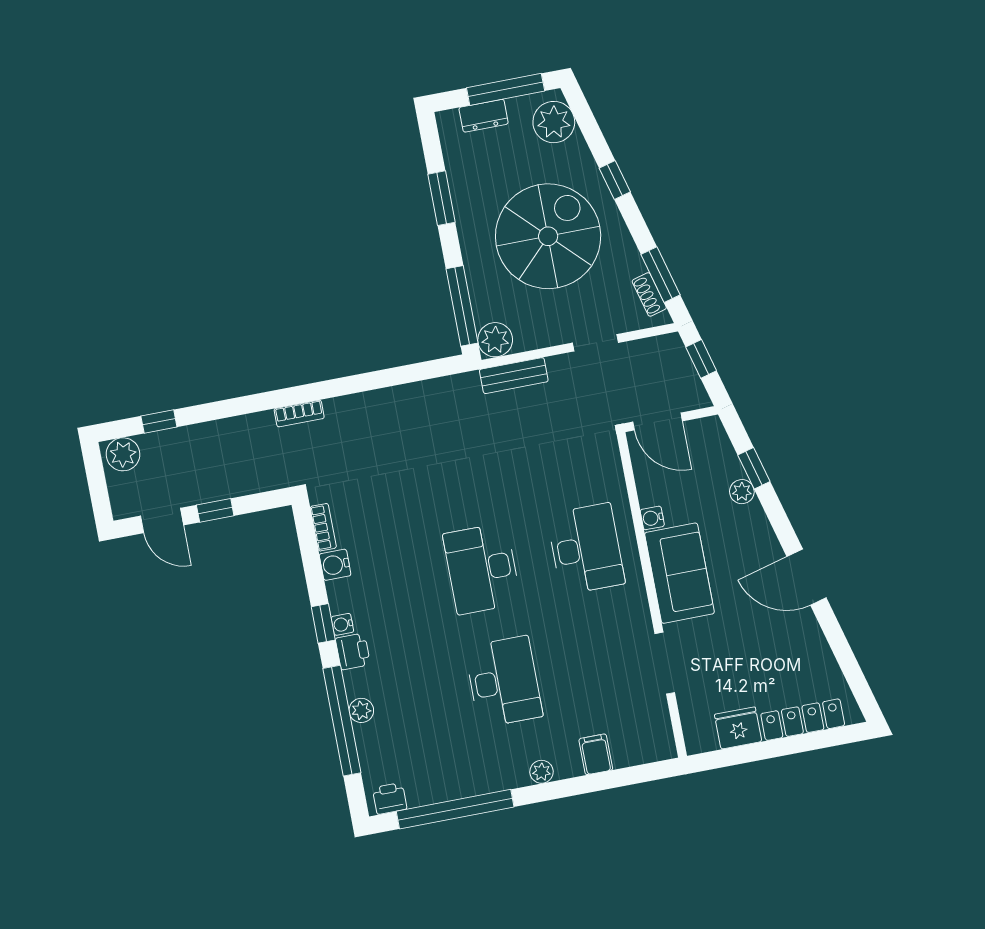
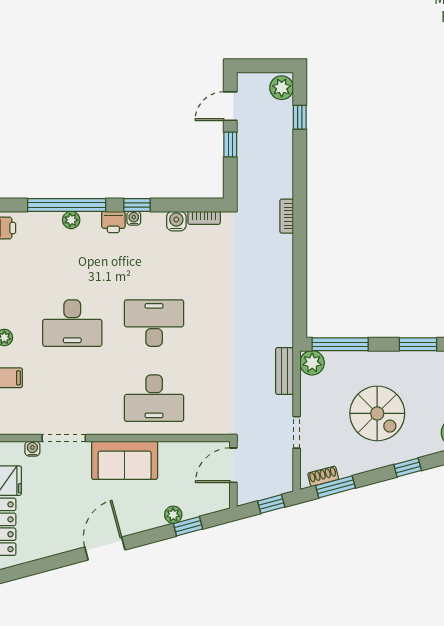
spiral stairs: (548, 236) -> (377, 413), width x0.73, depth x0.73
water cooler: (652, 518) -> (32, 449), moved

